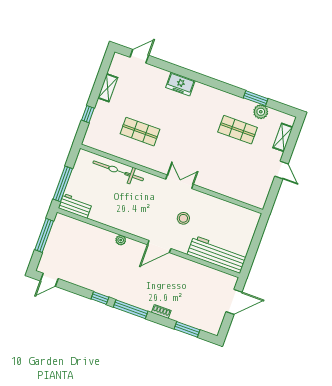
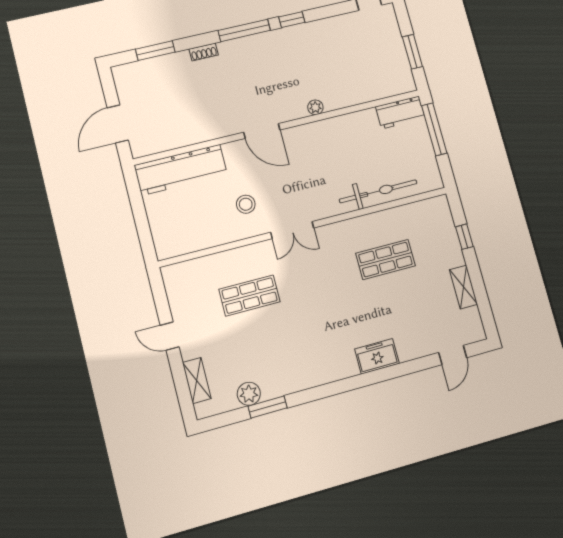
shop shelf: (238, 130) -> (250, 296), moved
stool: (183, 218) -> (246, 204), moved
window: (44, 235) -> (412, 52), width x0.69
door: (159, 247) -> (262, 131), swing flipped

